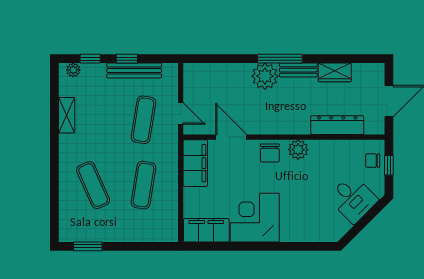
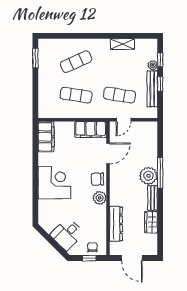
window: (280, 59) -> (160, 173), moved
plant: (73, 70) -> (153, 65), moved
corner desk: (255, 218) -> (54, 183), moved

